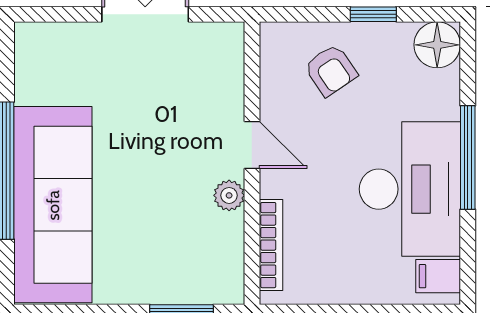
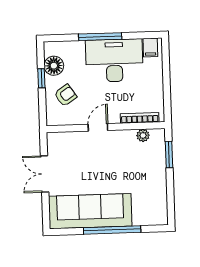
floor lamp: (437, 45) -> (54, 66), moved
plant: (229, 195) -> (143, 135), moved
sofa: (53, 205) -> (90, 211), moved

